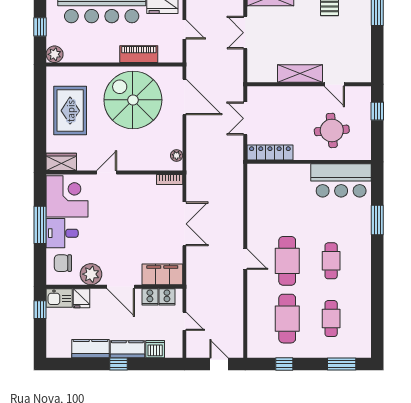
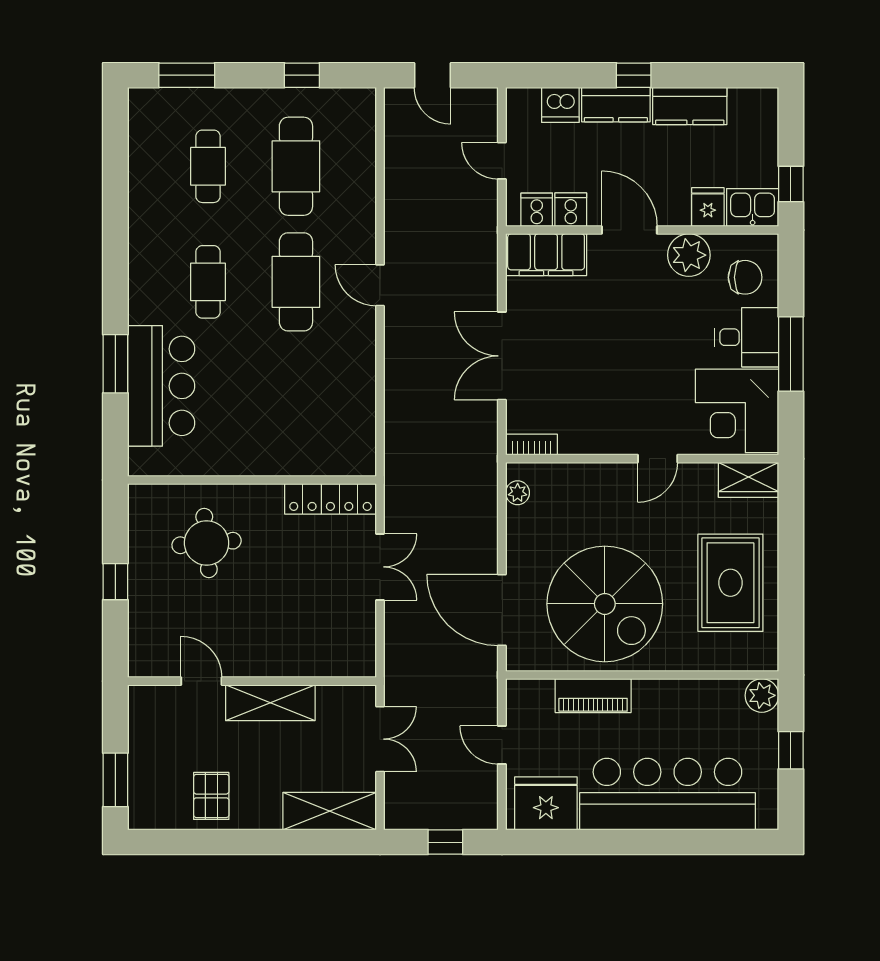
shelving: (300, 73) -> (270, 703), moved
wall: (309, 84) -> (252, 681), moved
door: (334, 84) -> (201, 681), moved
bar counter: (341, 180) -> (161, 386), moved, turned 90

